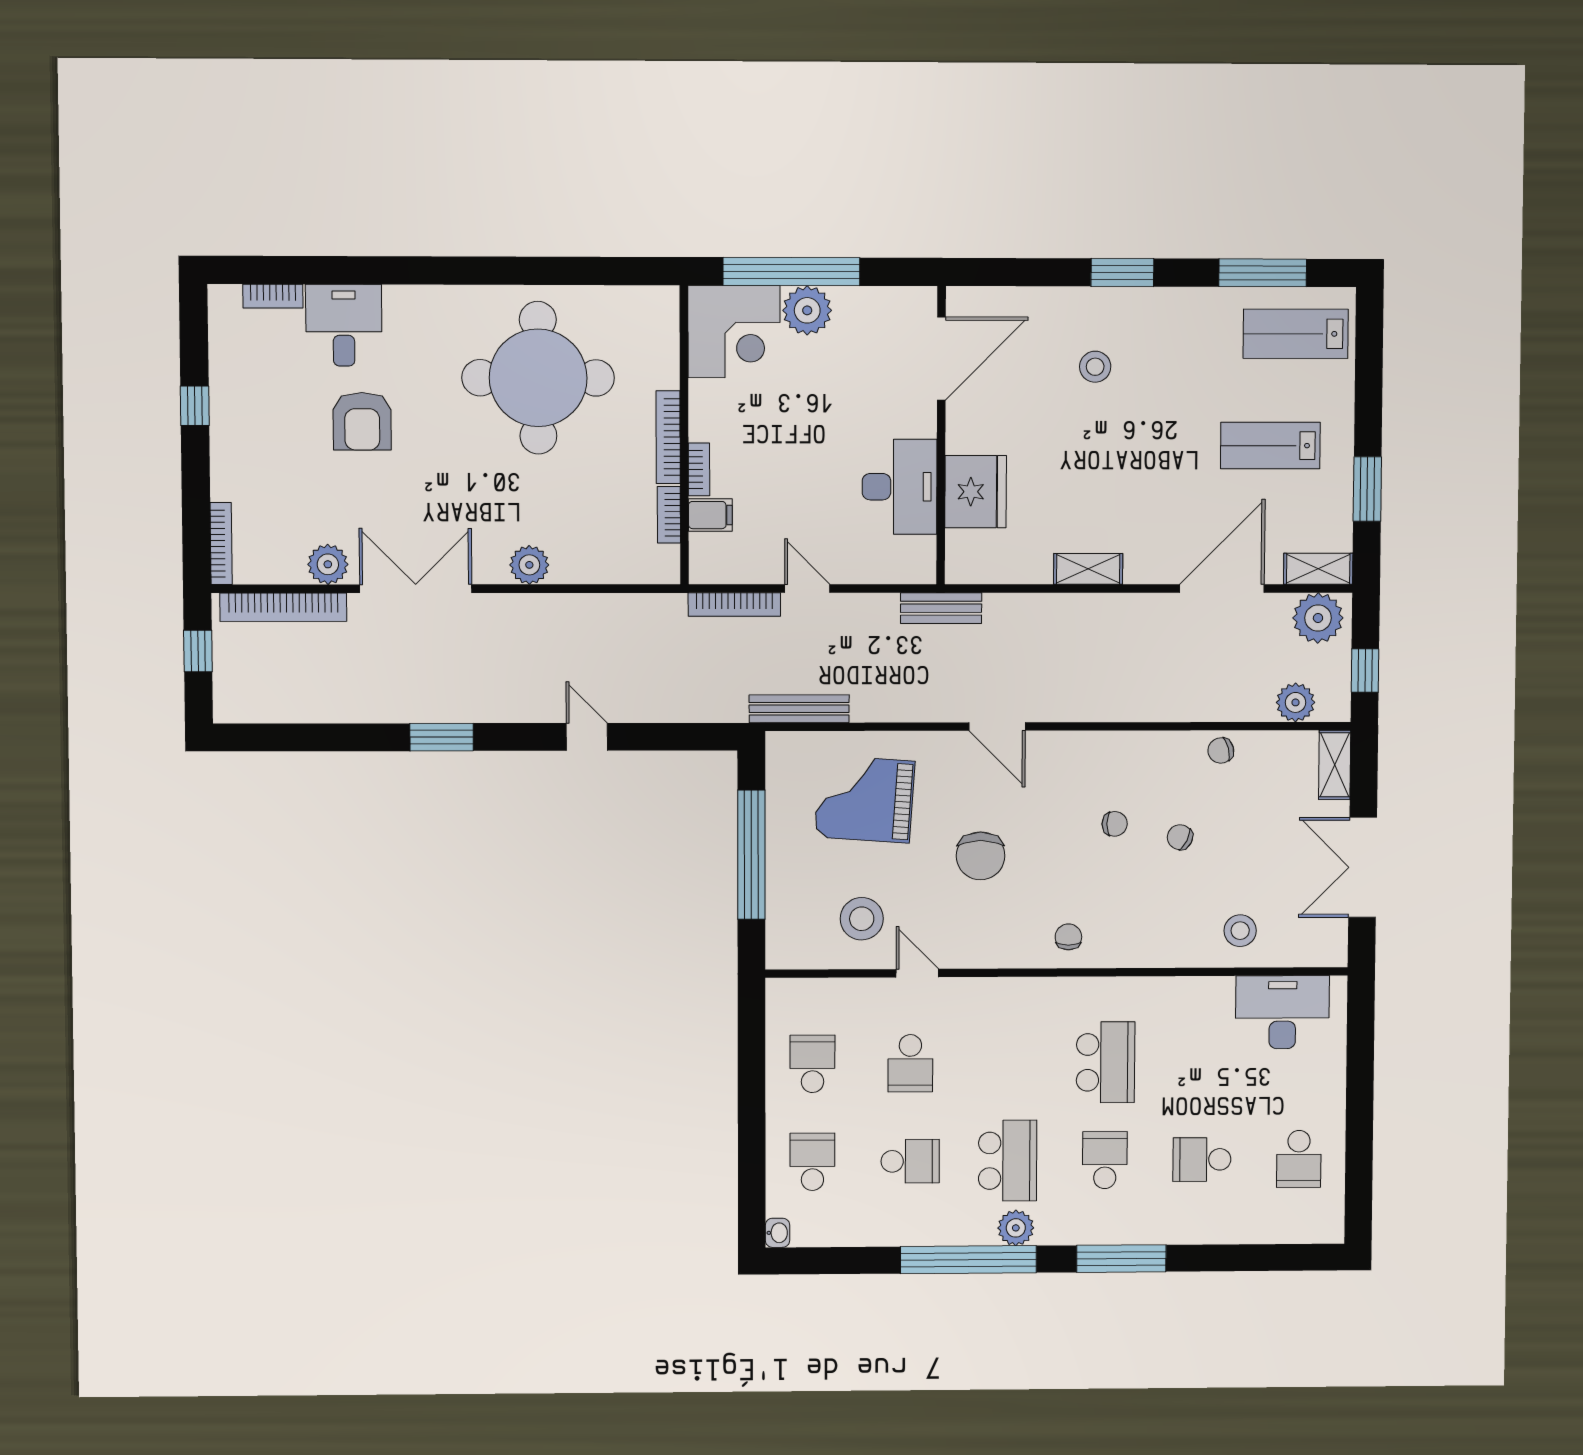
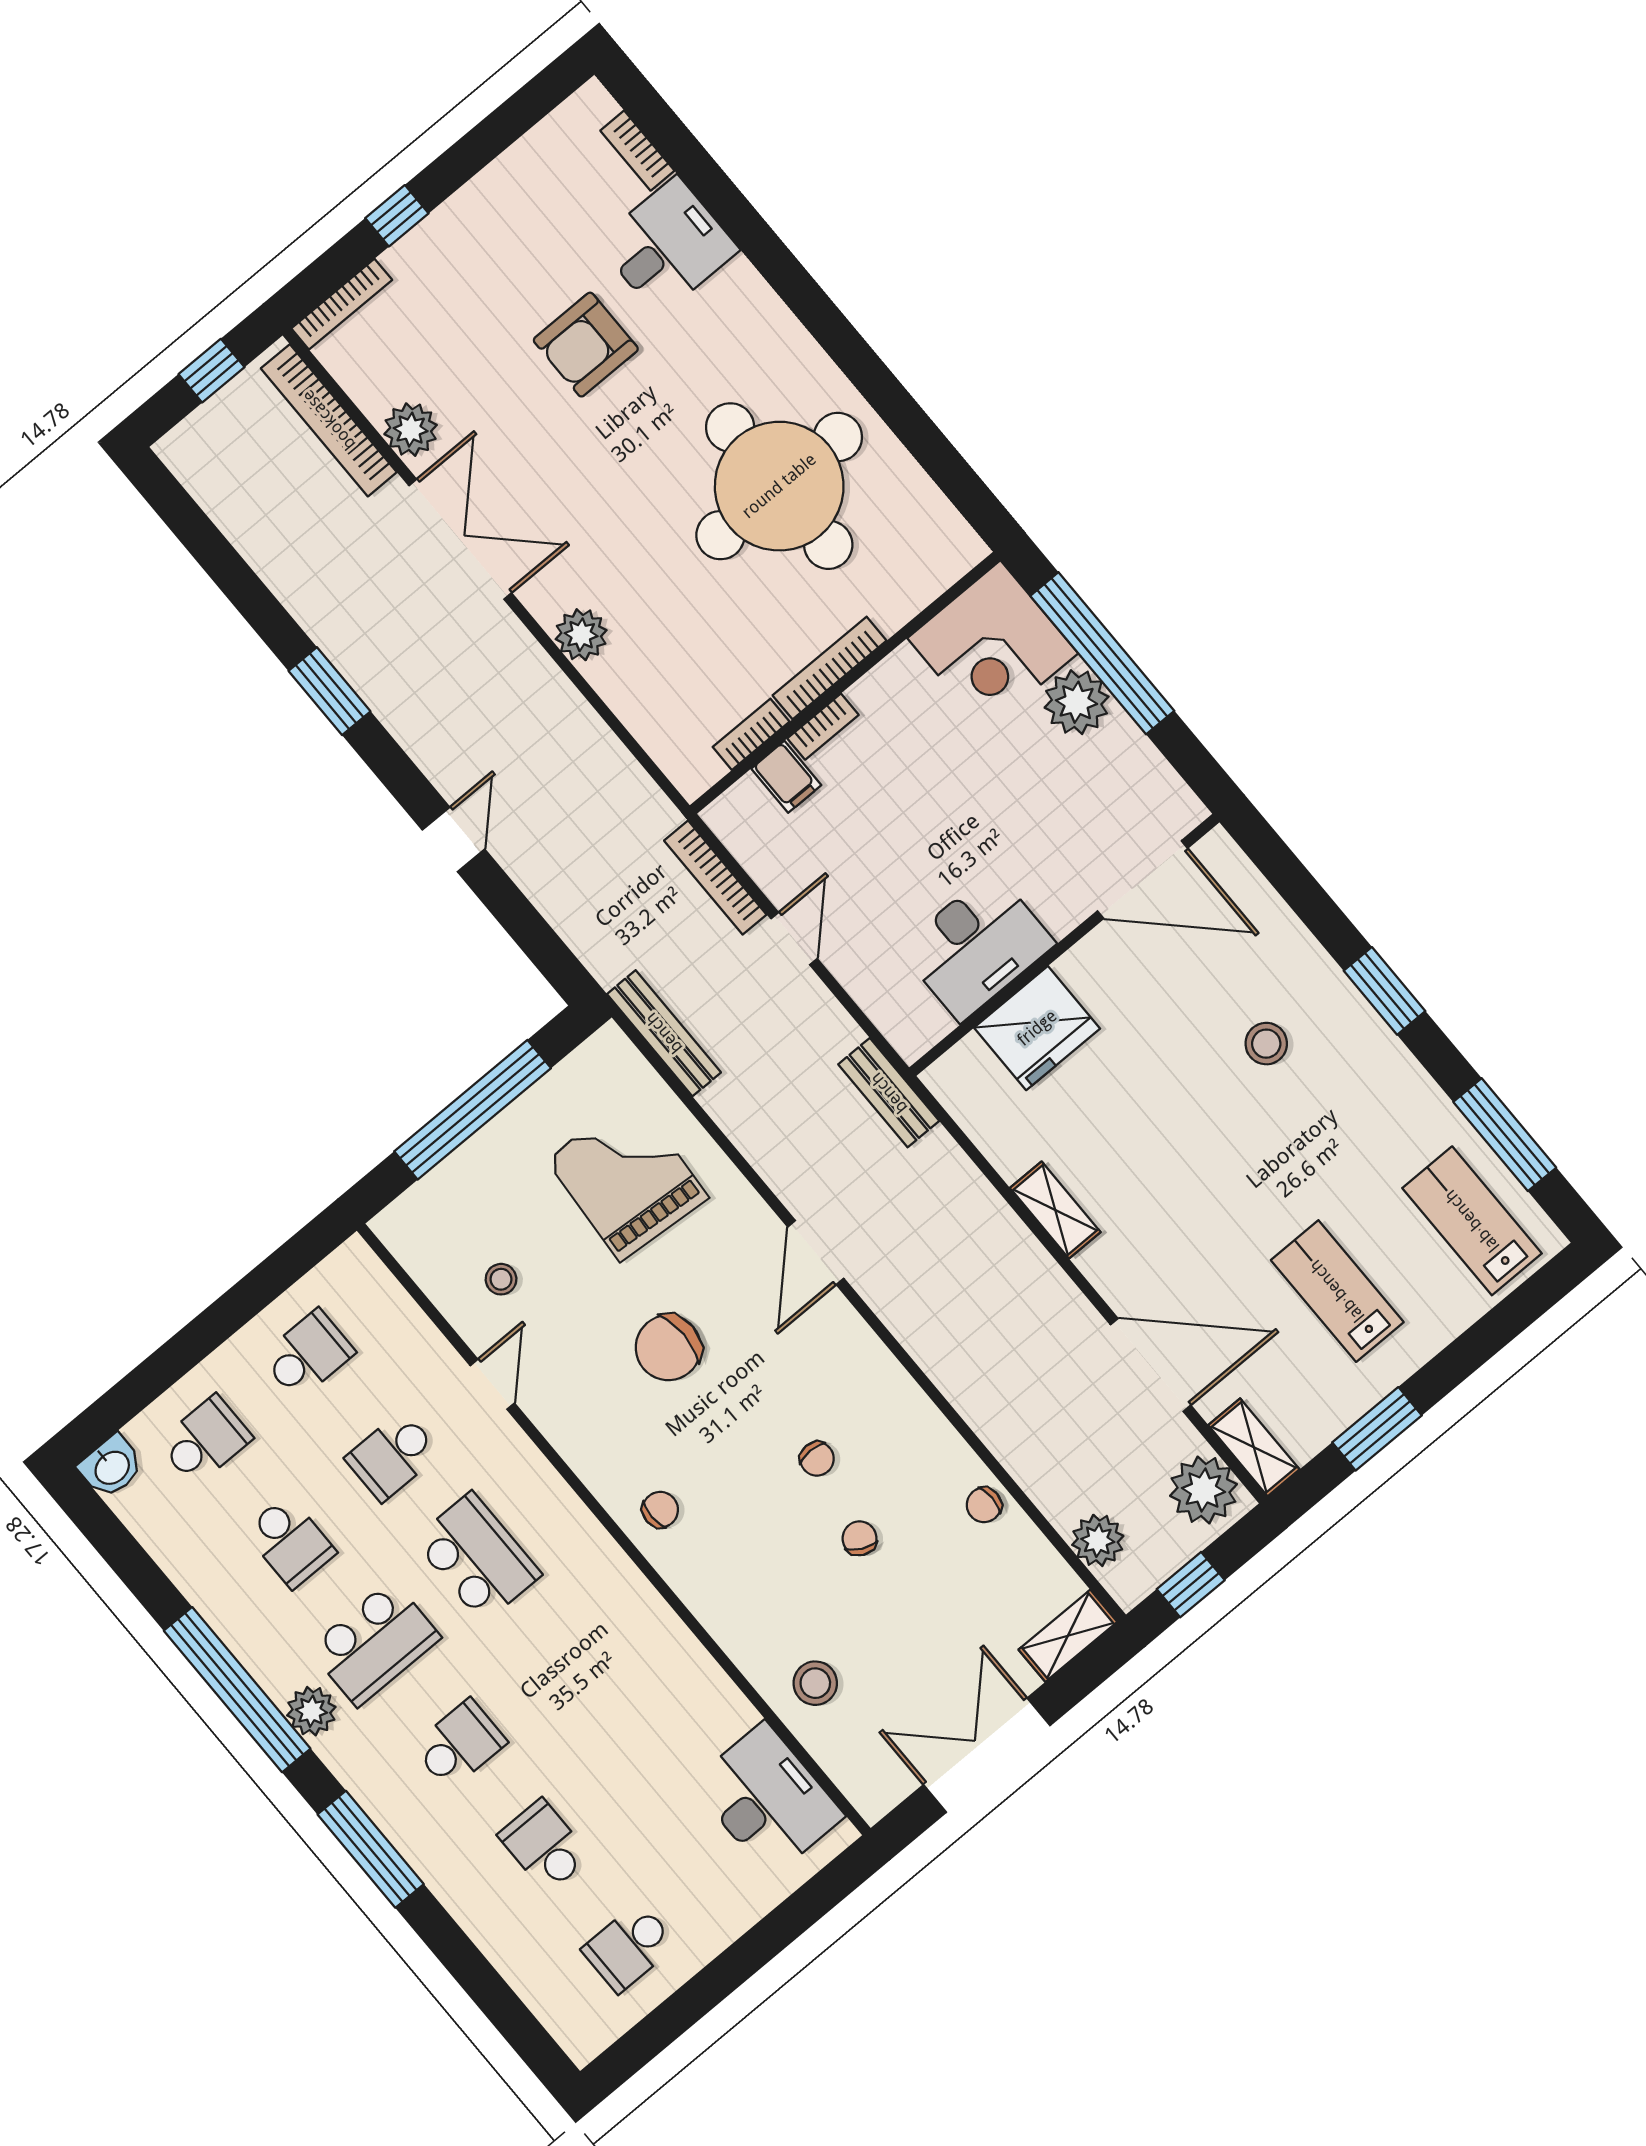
window: (195, 406) -> (397, 216), moved
chair: (1221, 751) -> (984, 1505), turned -75
stool: (862, 919) -> (501, 1279), width x0.53, depth x0.53
school desk: (1106, 1062) -> (477, 1557), moved, turned -90
washbasin: (777, 1233) -> (111, 1467), width x1.38, depth x1.45

